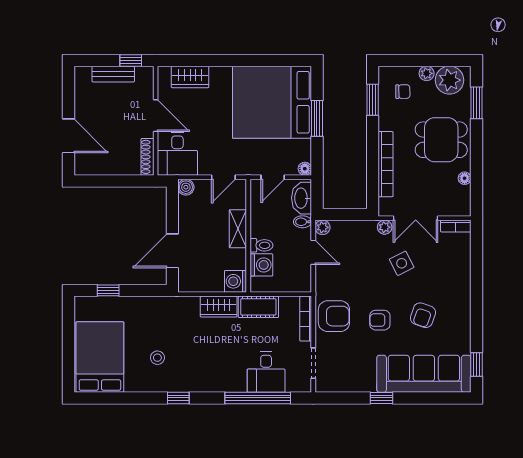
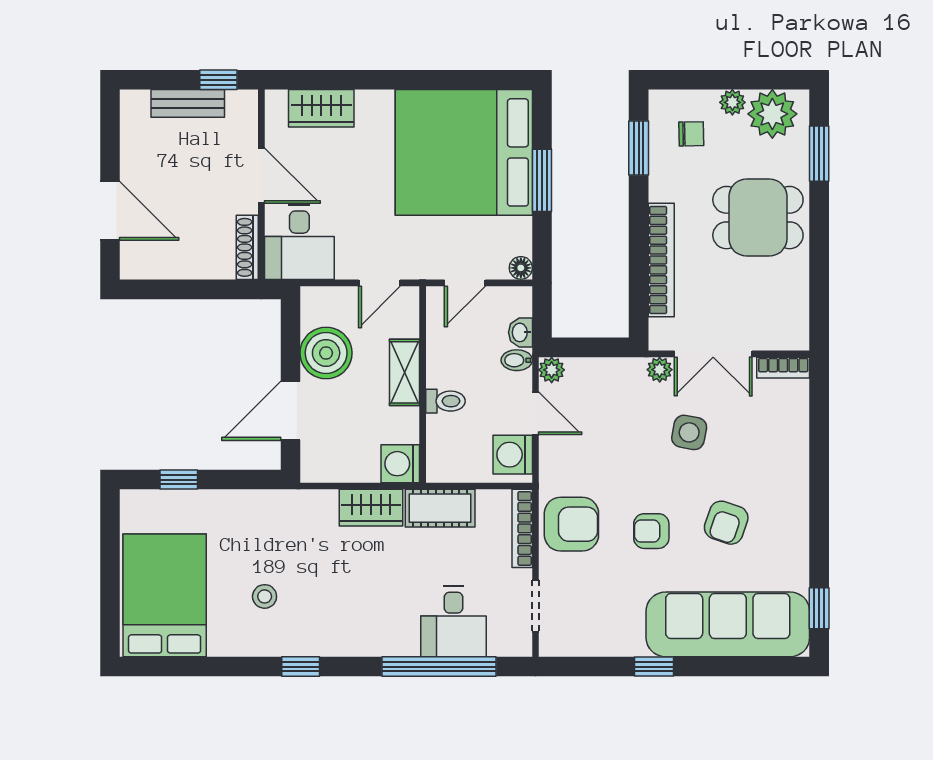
floor lamp: (465, 178) -> (798, 285), removed
boiler: (186, 187) -> (326, 353), moved, width x1.86, depth x1.86
washbasin: (302, 198) -> (520, 332), width x0.52, depth x0.69
side table: (402, 263) -> (689, 432), turned 38
washing machine: (261, 265) -> (513, 455), moved, turned 180

